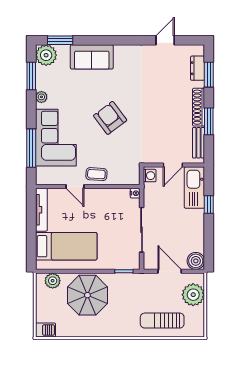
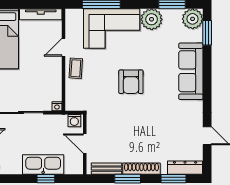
sofa: (92, 57) -> (191, 71), width x1.36
dresser: (198, 68) -> (185, 168), width x1.44
plant: (41, 97) -> (152, 19), width x1.88, depth x1.88
armchair: (110, 118) -> (131, 82), turned 127
kitchen sink: (194, 188) -> (43, 165), moved

